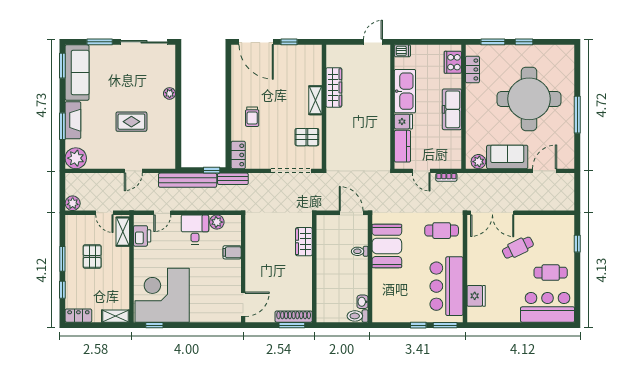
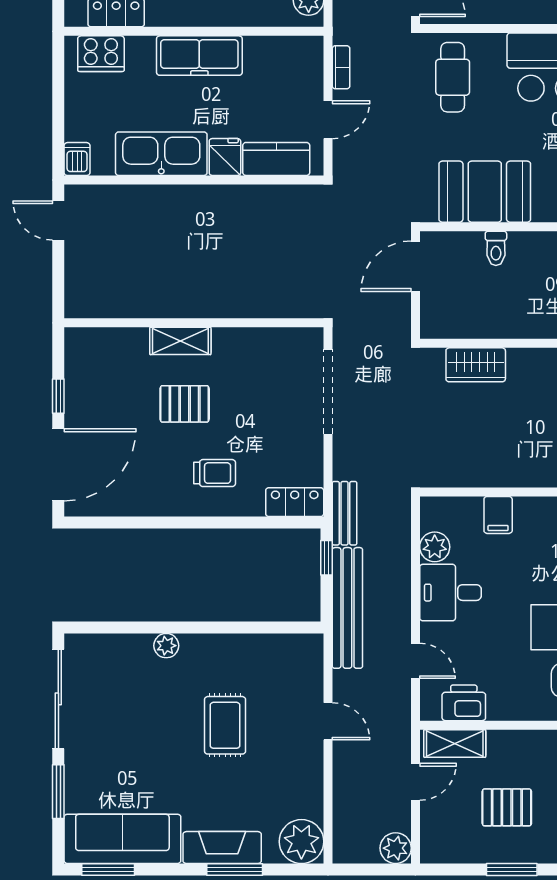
wardrobe: (334, 87) -> (154, 302), removed
pallet: (307, 137) -> (185, 404), moved, turned 90

